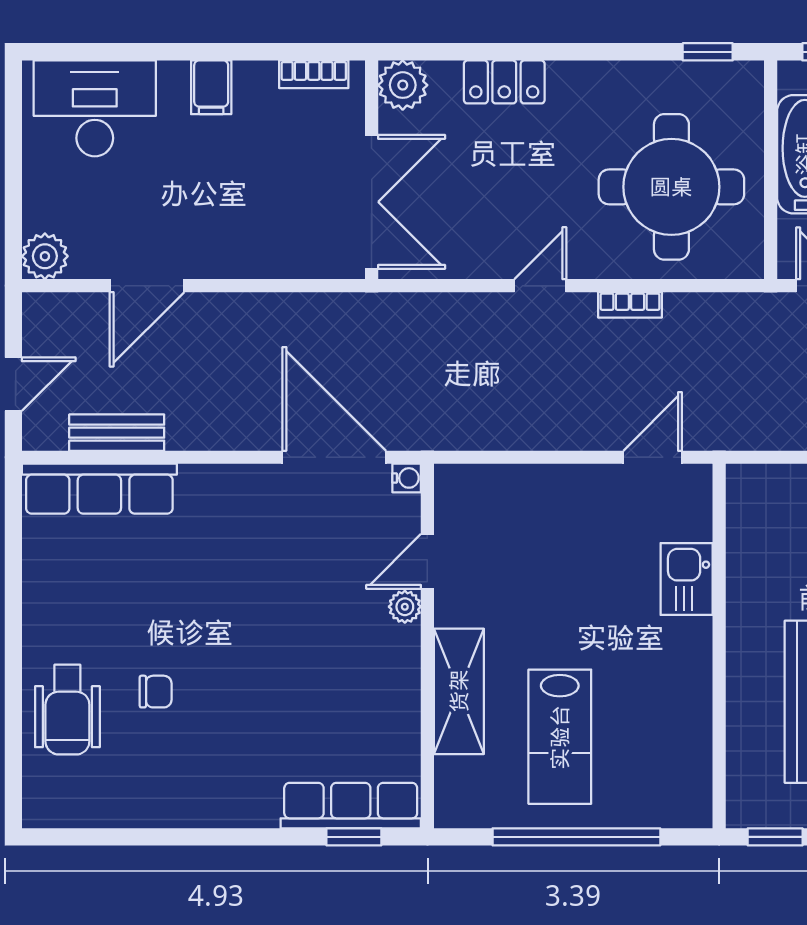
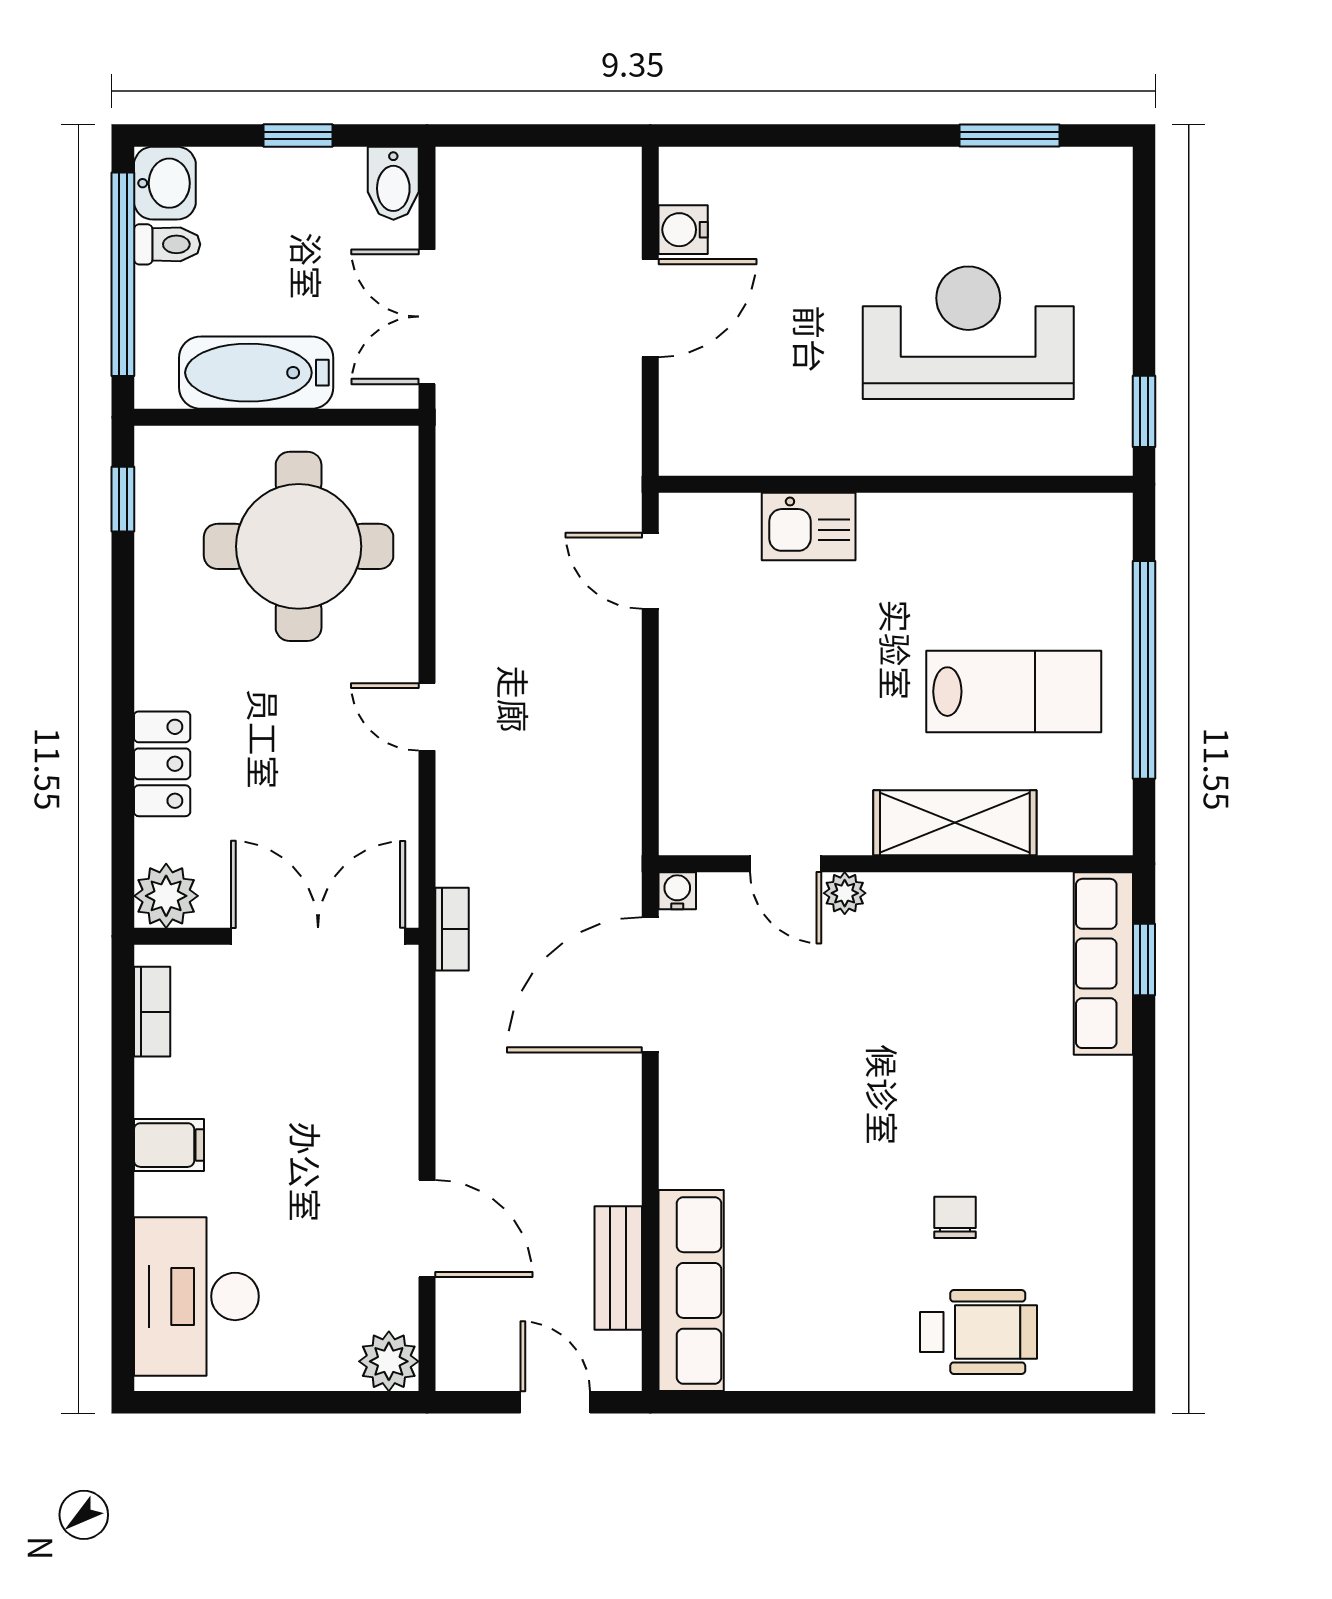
bookcase: (630, 305) -> (452, 929), moved

